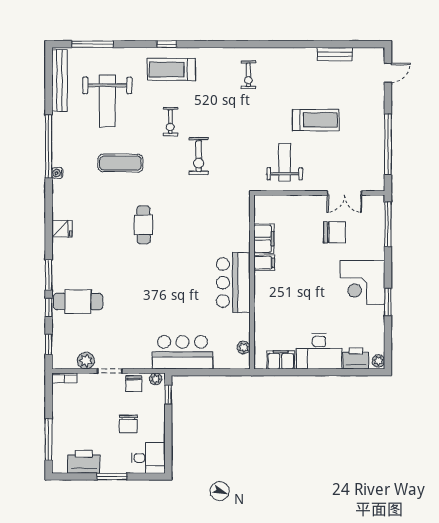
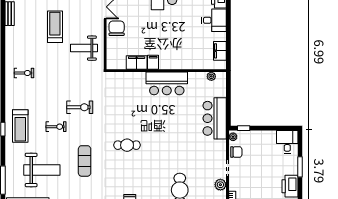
chair: (335, 232) -> (117, 28), moved
desk: (319, 351) -> (214, 20), width x0.73
chair: (128, 424) -> (264, 156), removed

